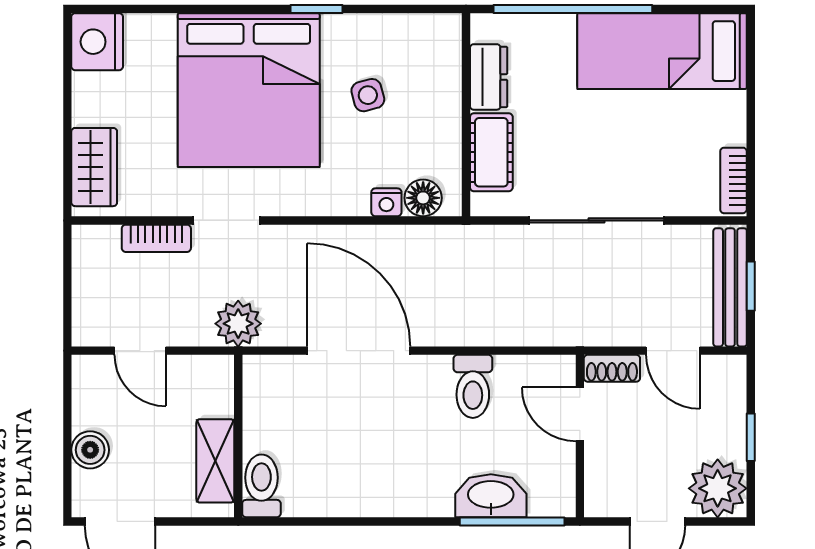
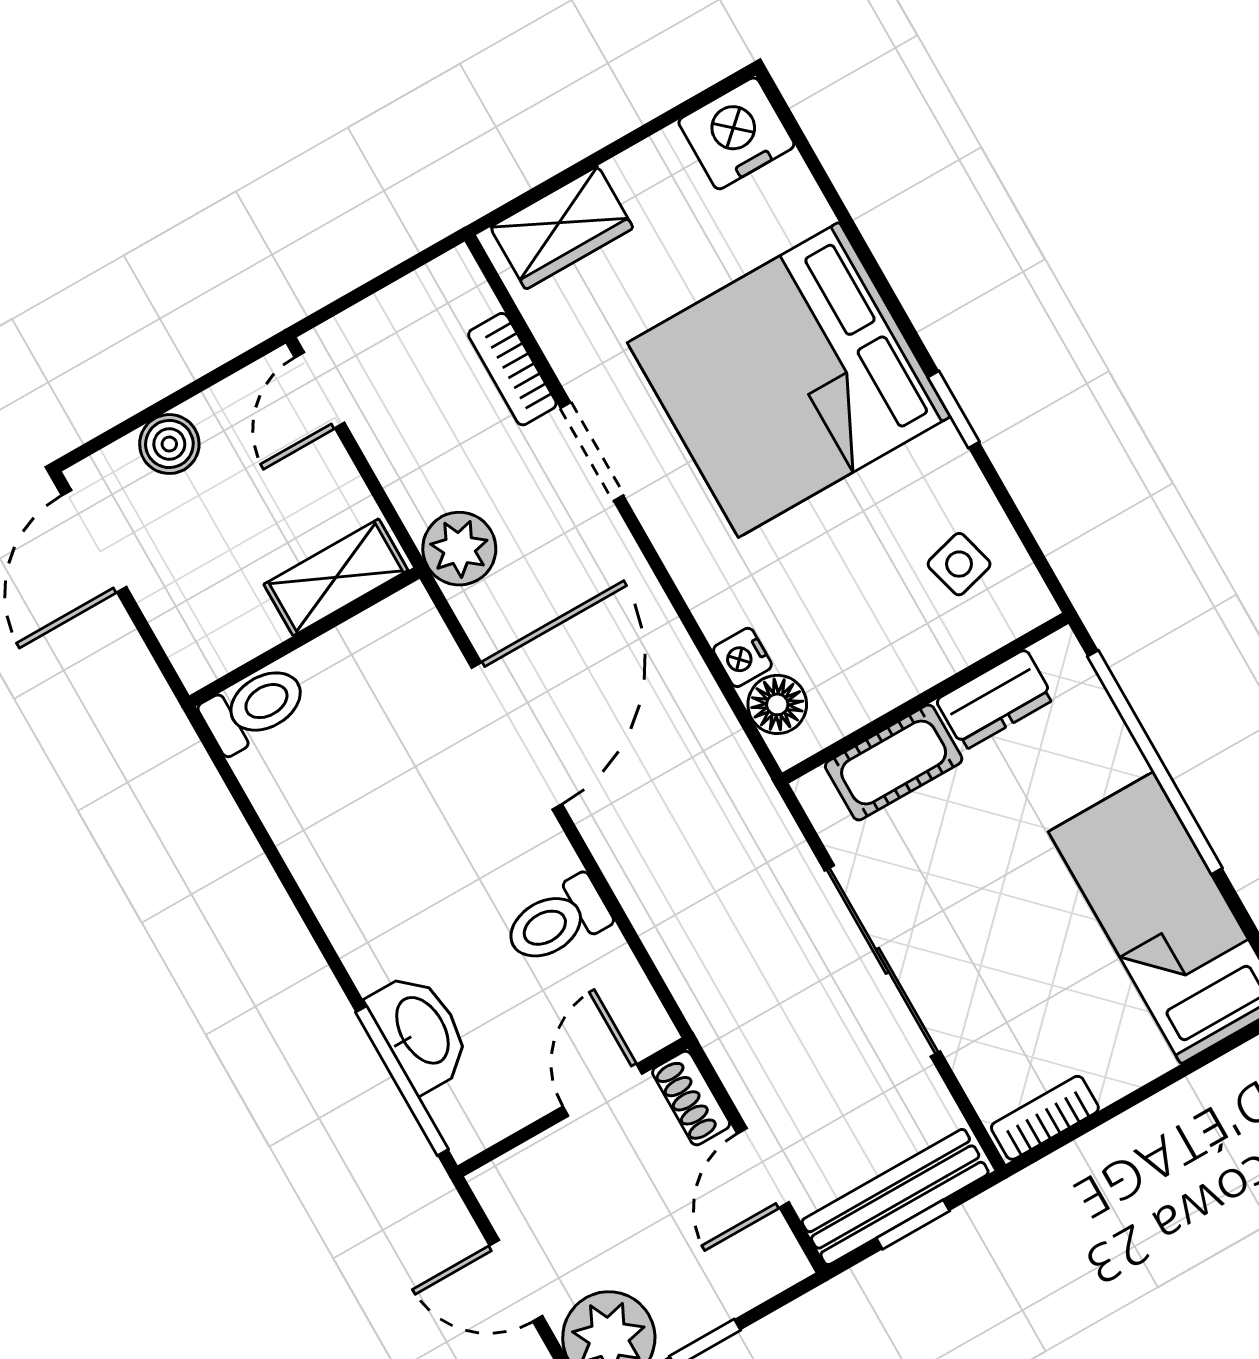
side table: (368, 95) -> (959, 564), moved
door: (140, 351) -> (320, 390), moved
shelving: (215, 461) -> (336, 577), moved

